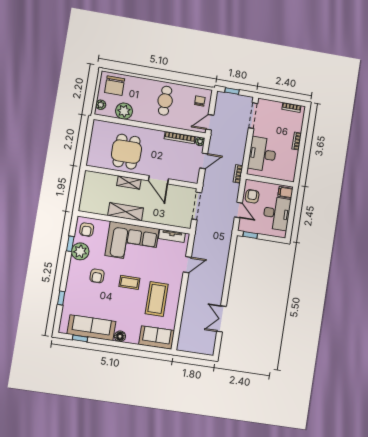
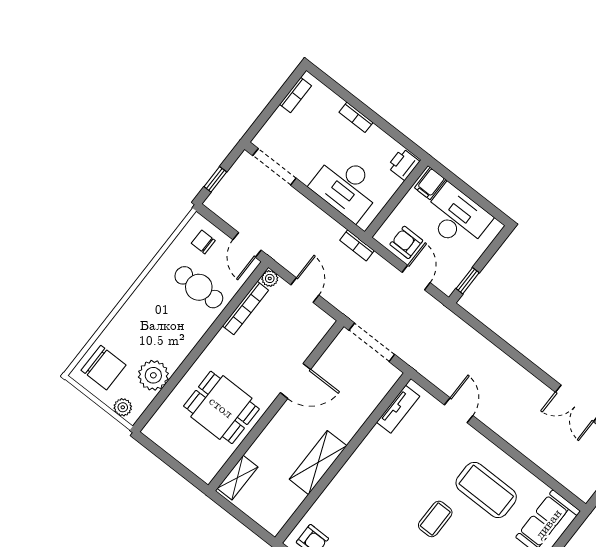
cafe table: (165, 101) -> (199, 287), moved
printer: (287, 175) -> (403, 164), added
shelving: (129, 183) -> (238, 478), moved
door: (238, 210) -> (416, 278), hinge flipped
corner sofa: (132, 242) -> (373, 479), removed

